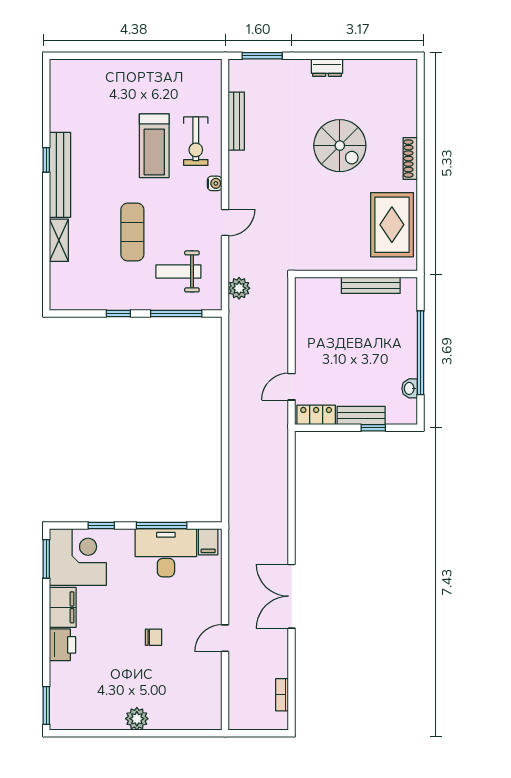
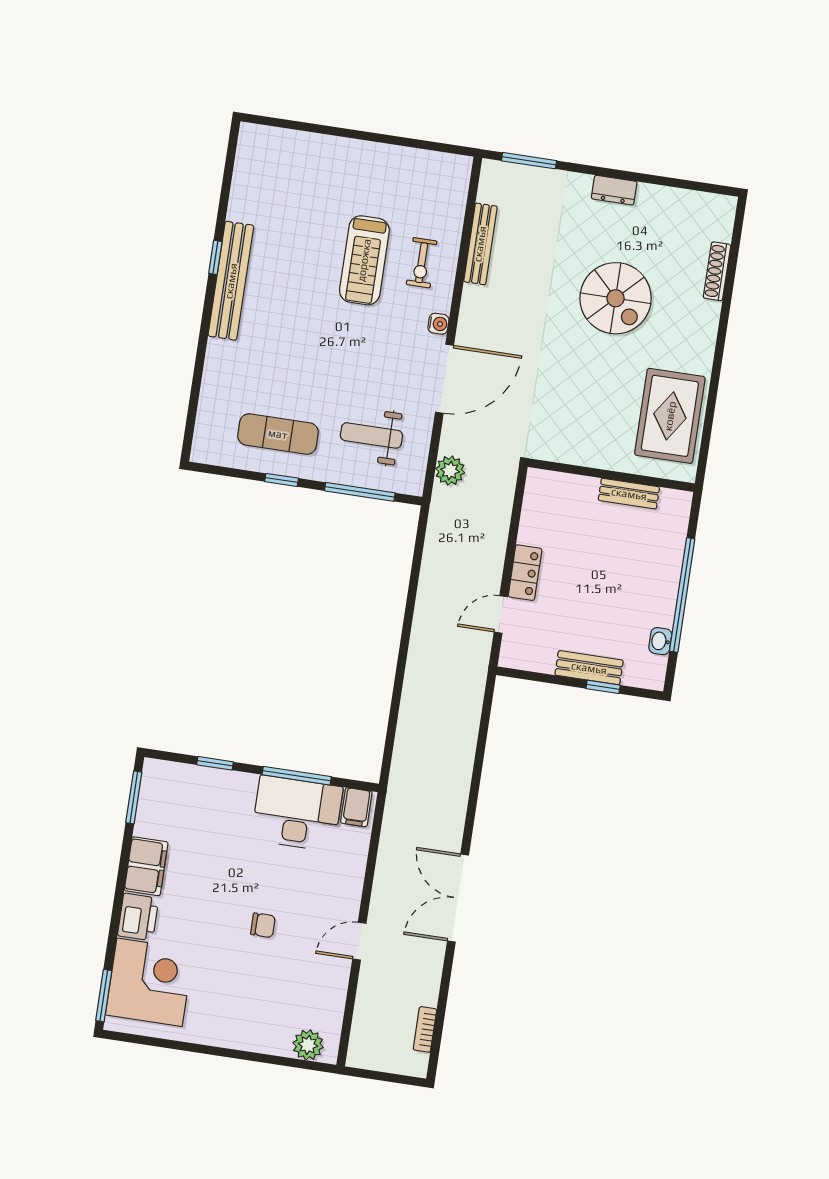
exercise bike: (196, 141) -> (422, 263), width x0.73, depth x0.72
shoe rack: (410, 159) -> (717, 271), moved
door: (225, 223) -> (444, 379), width x1.88
exercise mat: (132, 232) -> (278, 434), moved, turned 90
shelving: (59, 240) -> (216, 369), removed
bench: (371, 285) -> (629, 494), width x0.73
locker: (316, 415) -> (525, 573), moved, turned 90
corner desk: (78, 557) -> (150, 982), moved
plant: (137, 719) -> (308, 1045), moved

